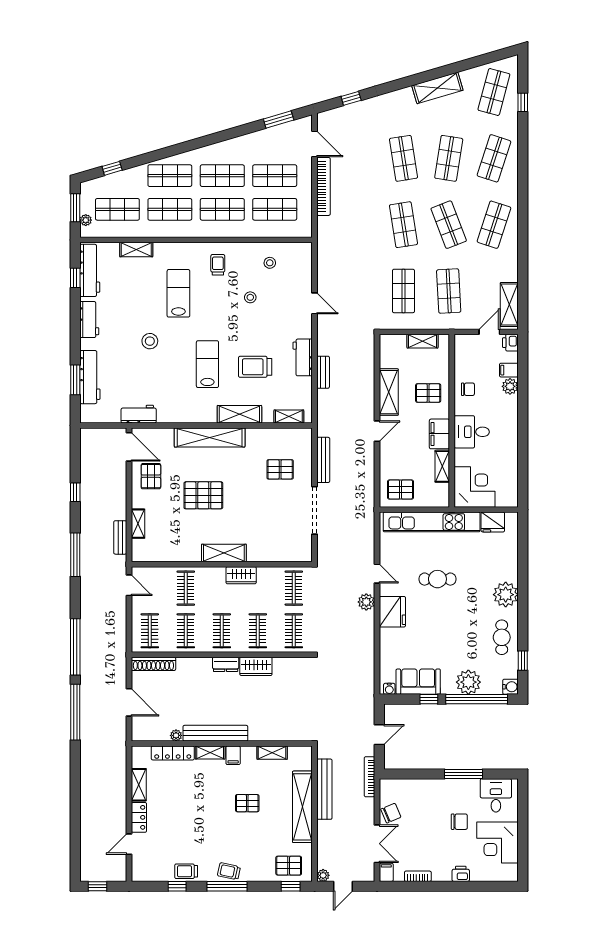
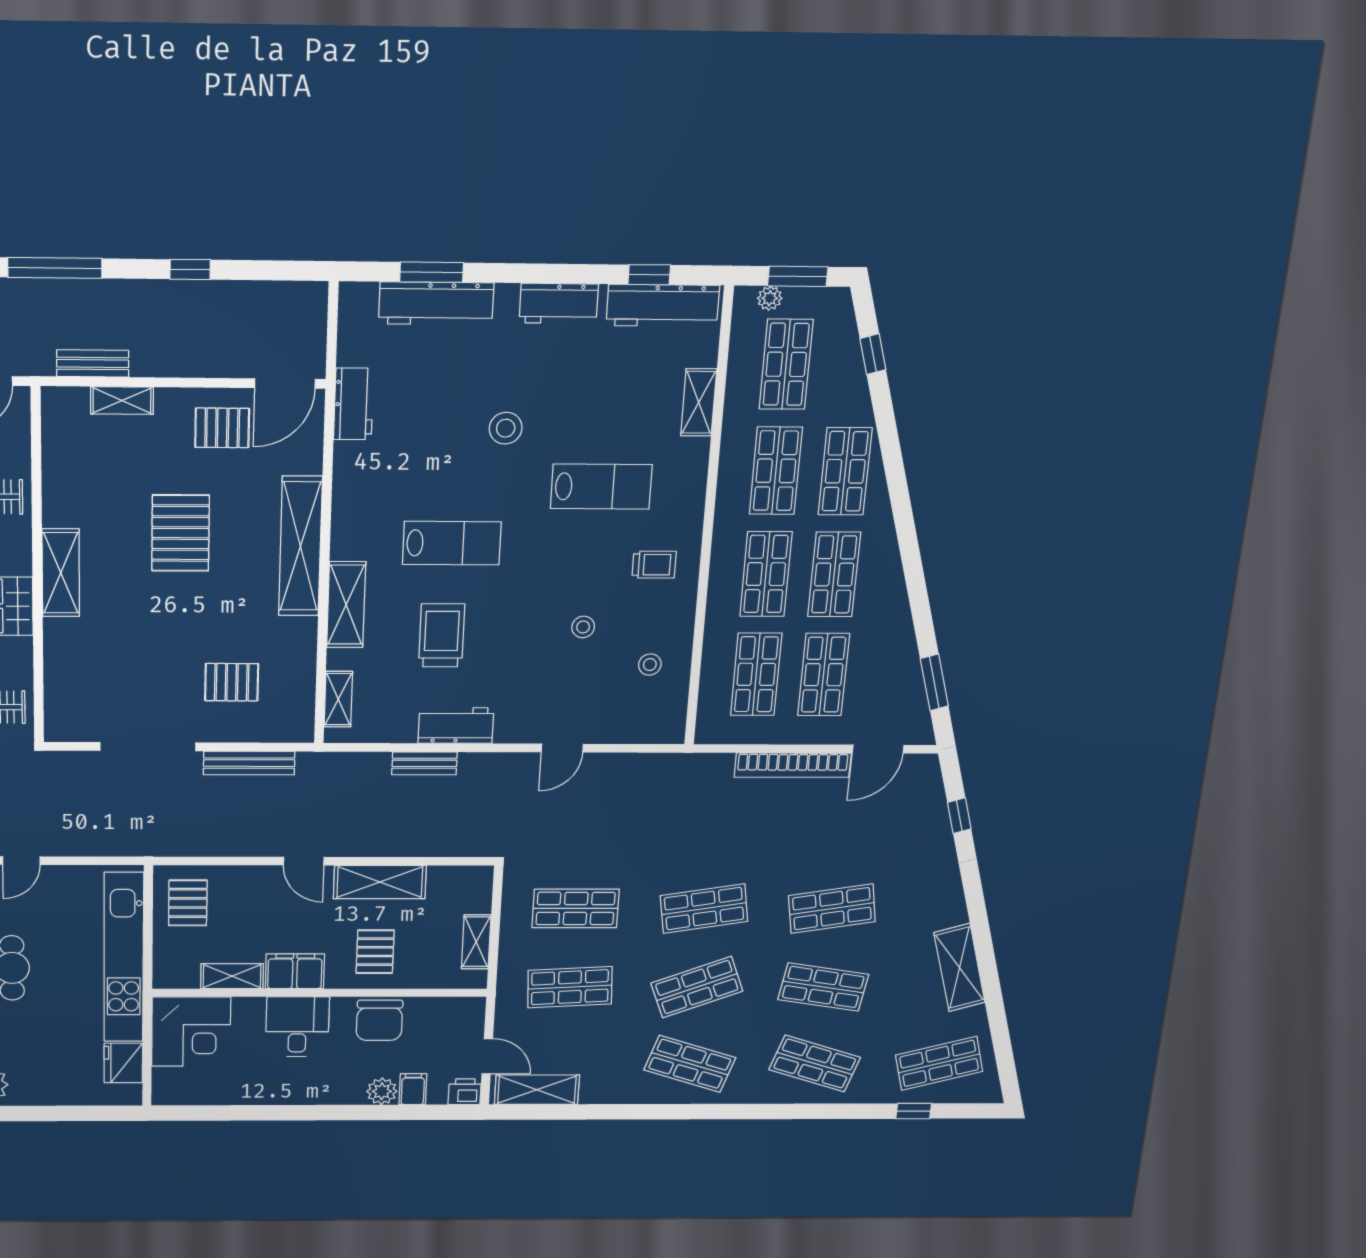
shop shelf: (494, 92) -> (939, 1063), turned -30
chair: (468, 389) -> (379, 1020), width x1.87, depth x1.87
pallet: (280, 469) -> (232, 682), turned 90

